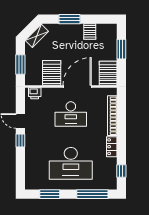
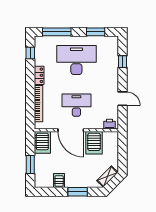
window: (20, 65) -> (123, 150), removed
door: (77, 87) -> (71, 130), hinge flipped
window: (20, 141) -> (123, 62), moved

